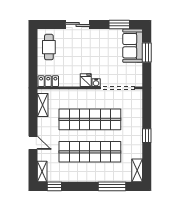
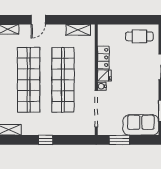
window: (147, 52) -> (119, 140), moved
locker: (48, 81) -> (103, 57), moved

